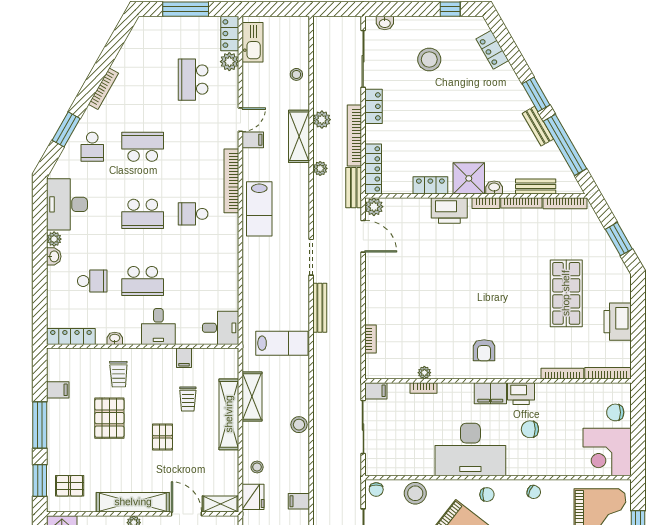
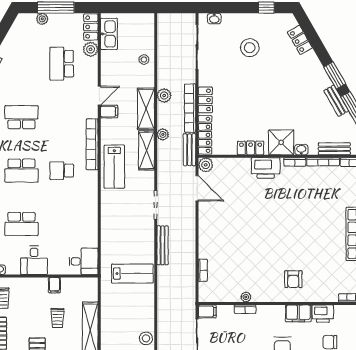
plant: (169, 23) -> (42, 19), added
locker: (374, 106) -> (205, 100), moved
shelving: (252, 397) -> (146, 150), moved

